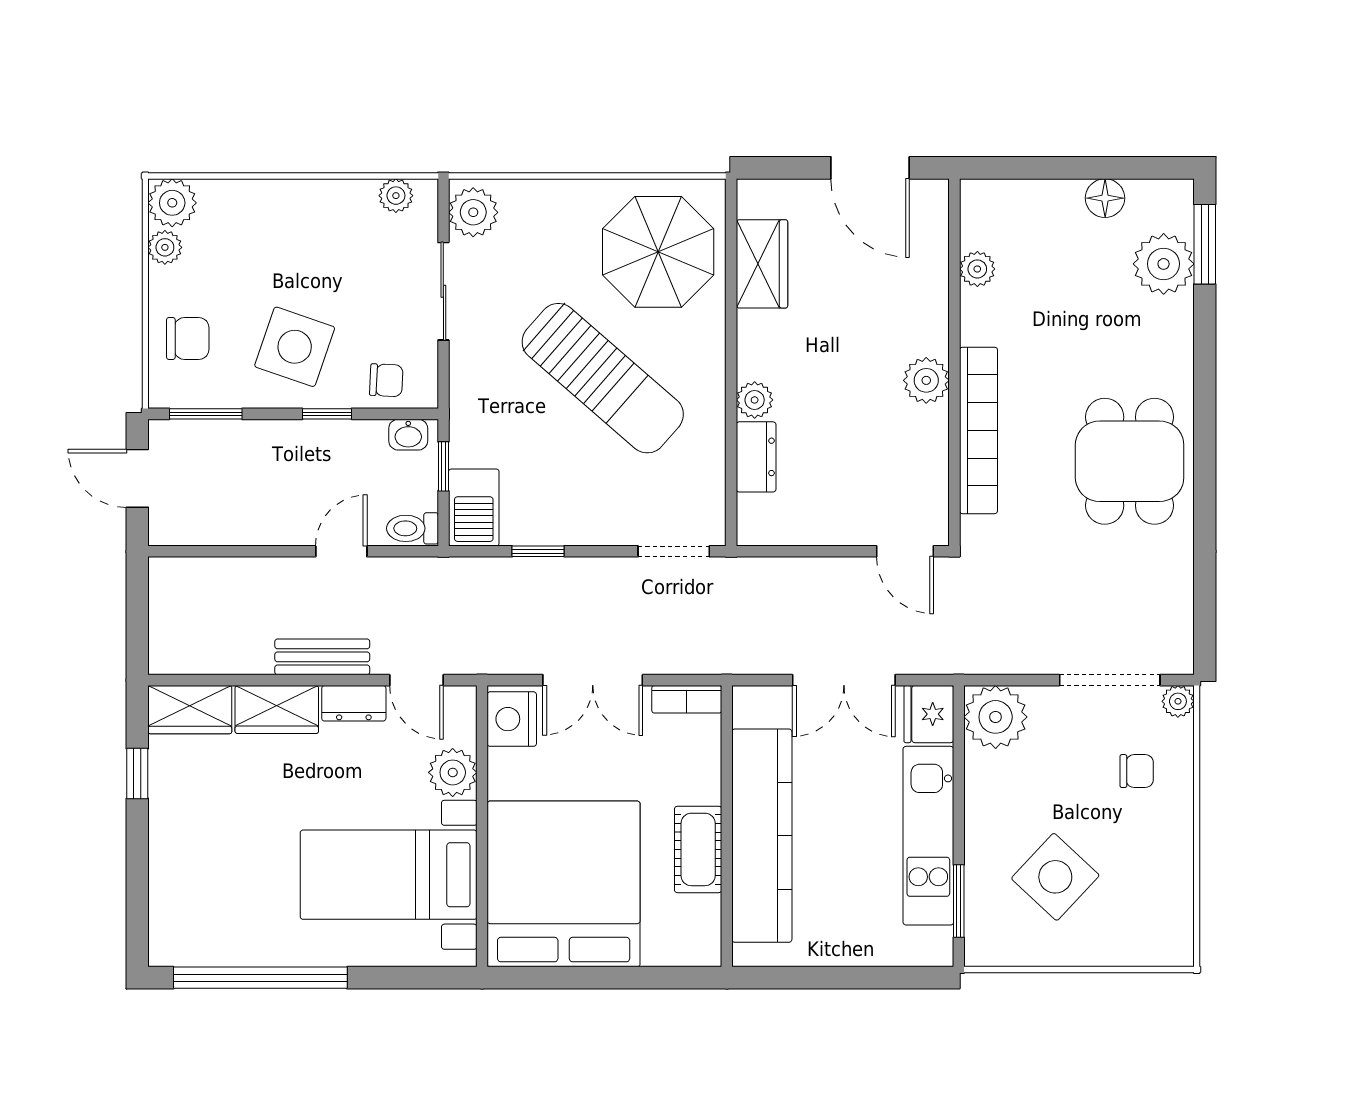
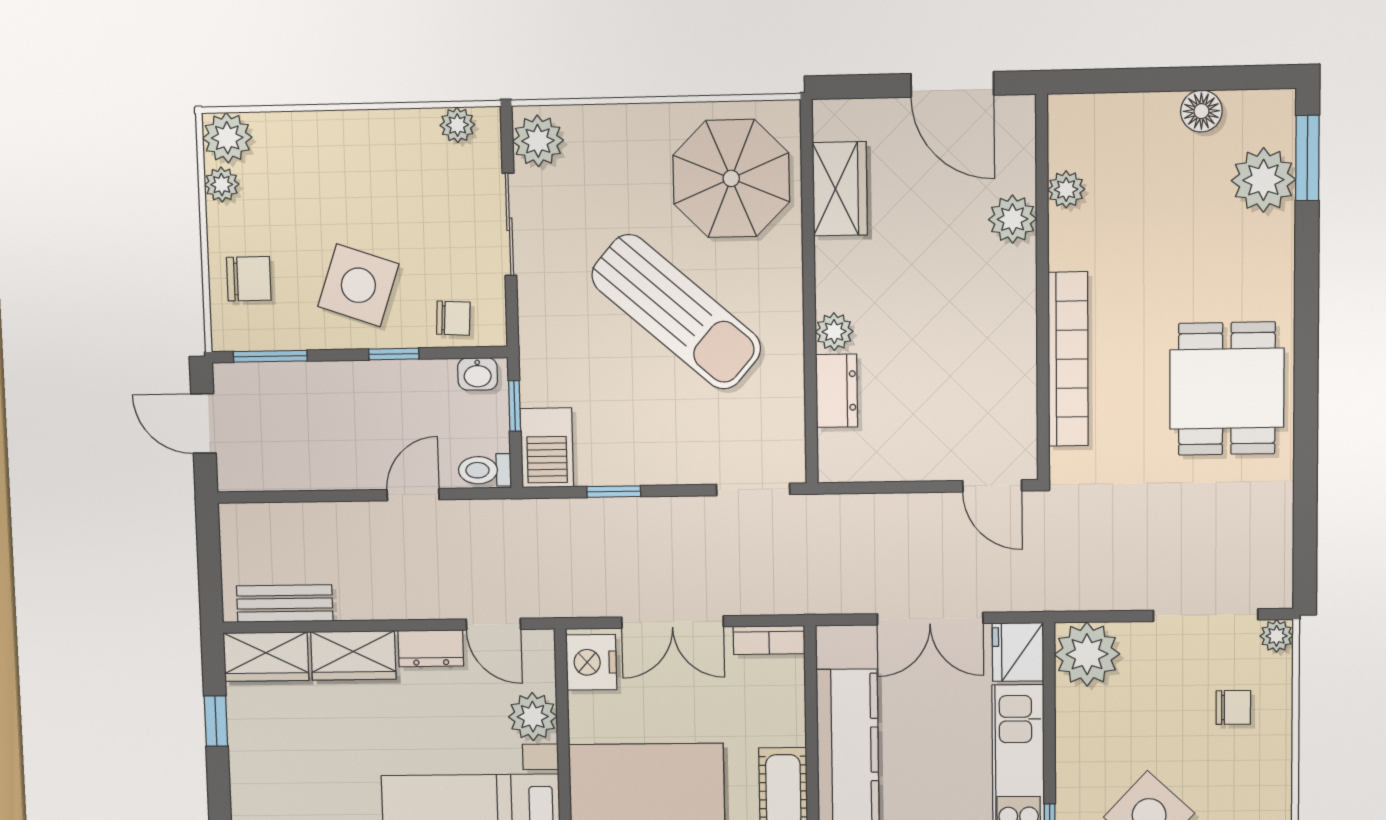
plant: (926, 380) -> (1013, 219), moved
bench: (322, 657) -> (285, 603), moved

